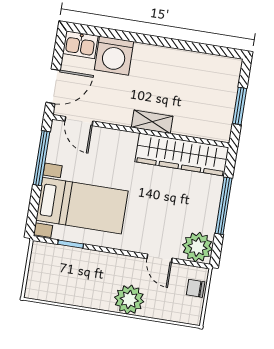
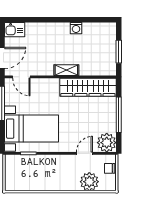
washing machine: (114, 56) -> (76, 28), moved, width x0.53, depth x0.53
door: (160, 258) -> (84, 153), swing flipped
plant: (129, 300) -> (89, 182), moved

